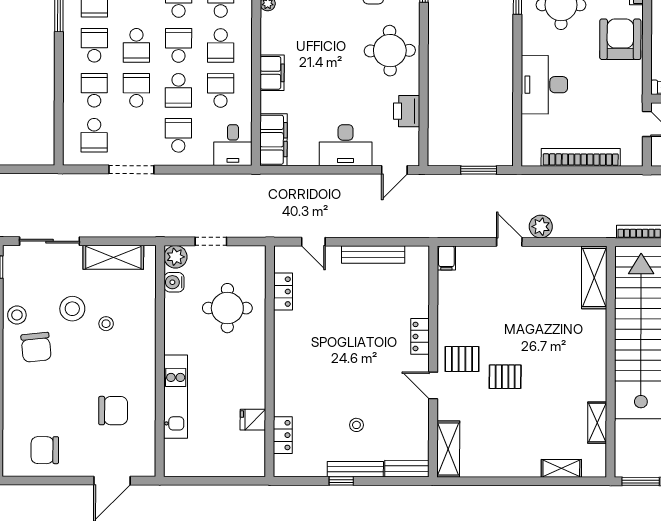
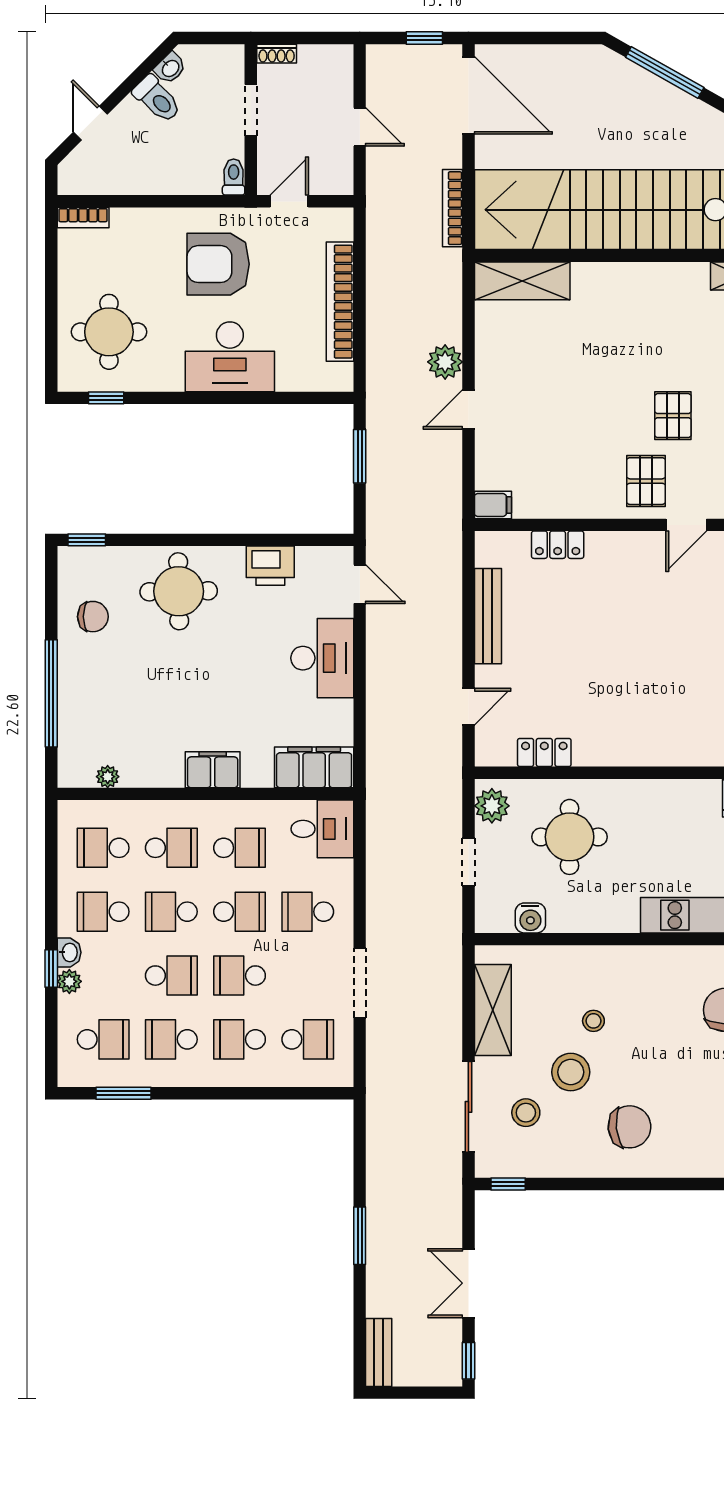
armchair: (620, 39) -> (218, 264), moved
school desk: (221, 90) -> (240, 848), turned 180
plant: (176, 257) -> (492, 806), moved
stool: (17, 315) -> (526, 1113), moved
locker: (420, 336) -> (558, 545), moved

